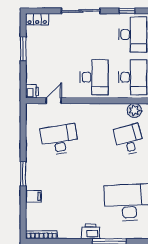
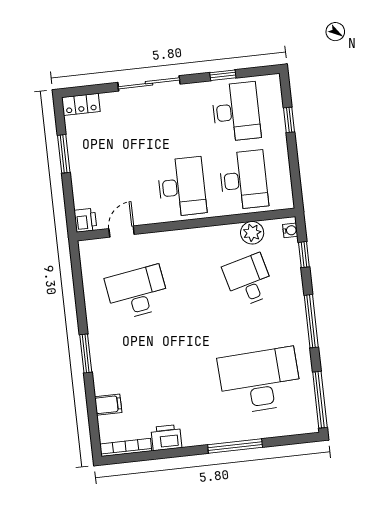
filing cabinet: (34, 196) -> (108, 405), moved
printer: (91, 231) -> (166, 438), moved

